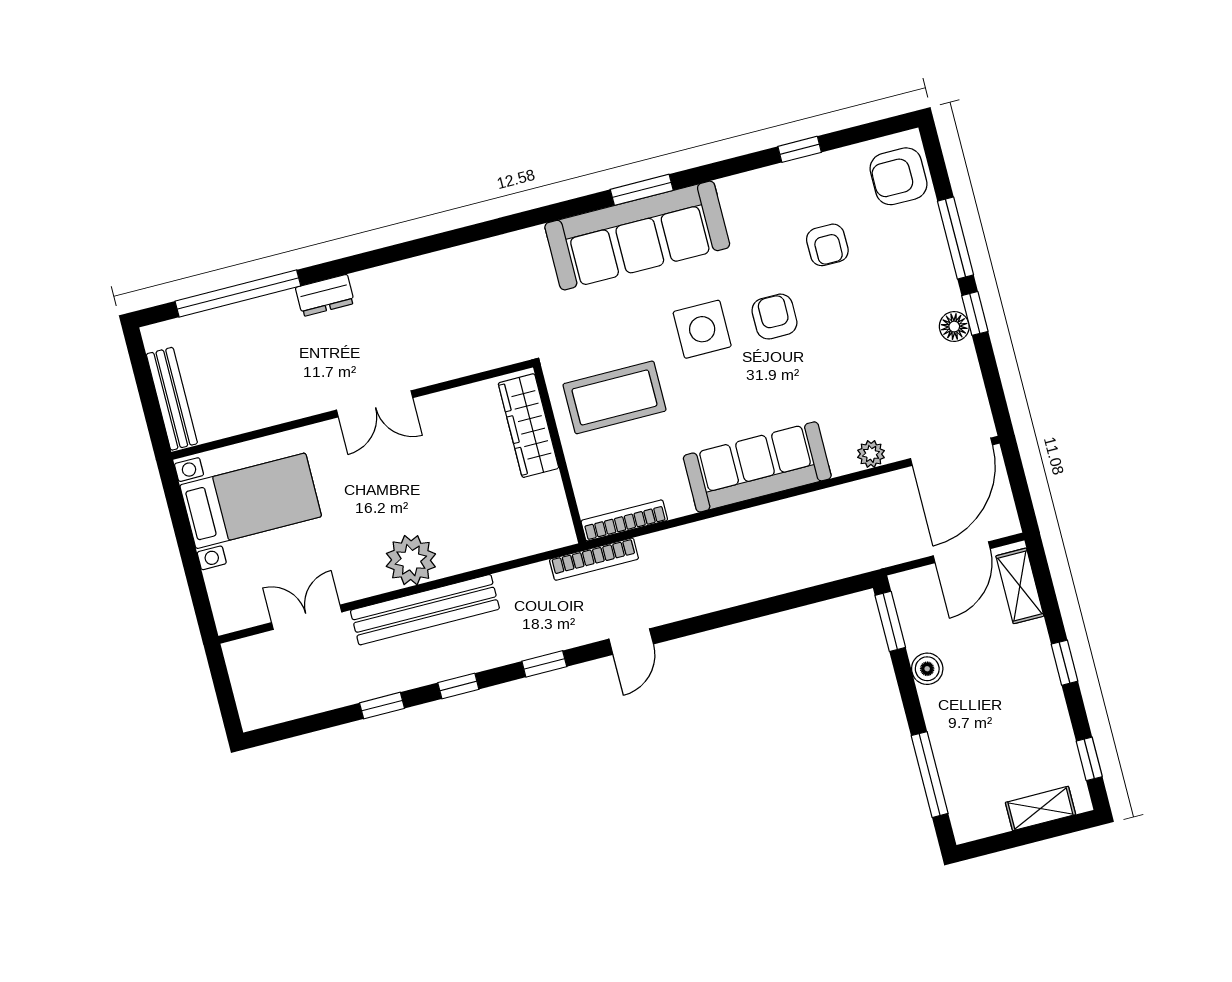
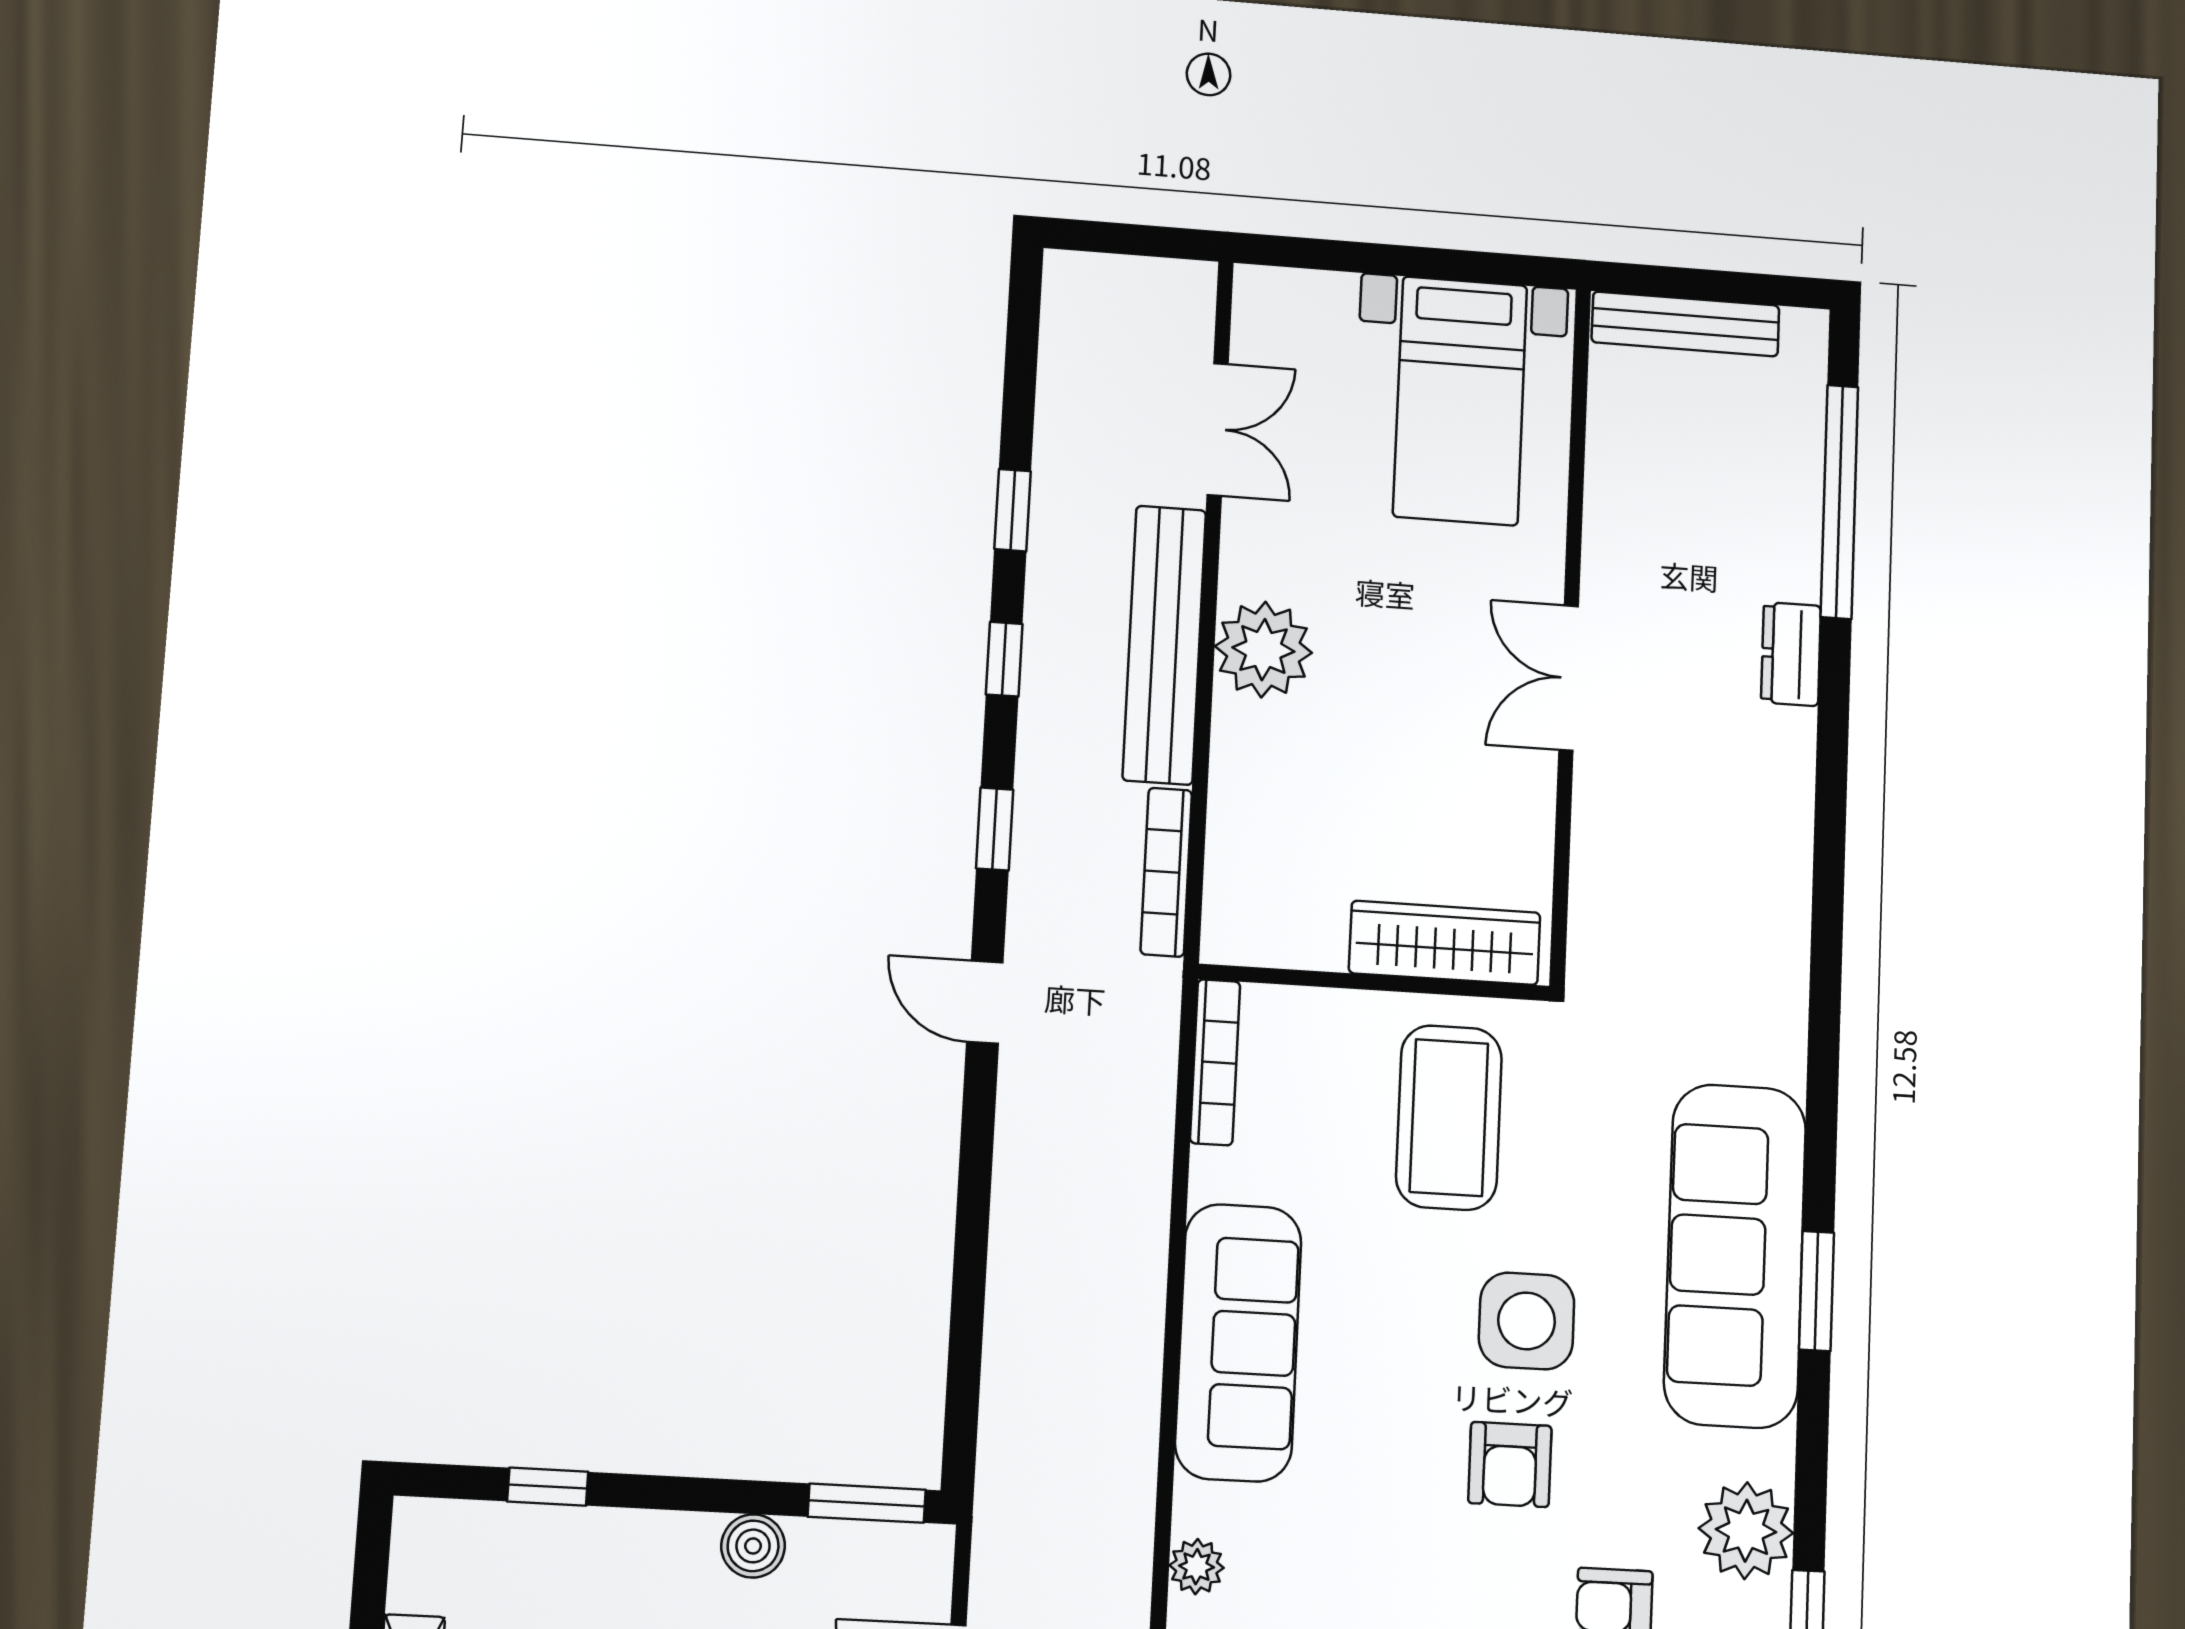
plant: (770, 191) -> (1746, 1531), added
armchair: (774, 317) -> (1510, 1464), turned 90
bookcase: (594, 559) -> (1166, 872), moved
window: (930, 775) -> (548, 1487), width x0.46

